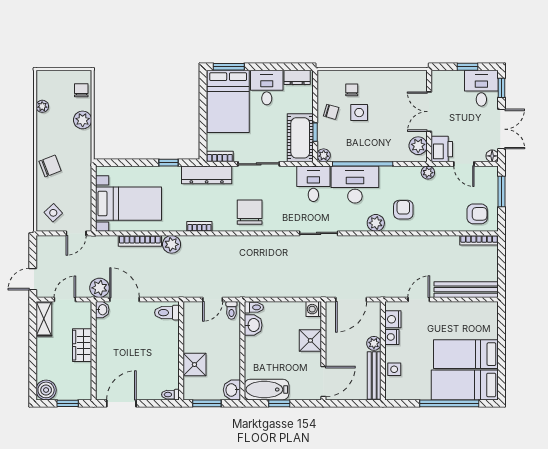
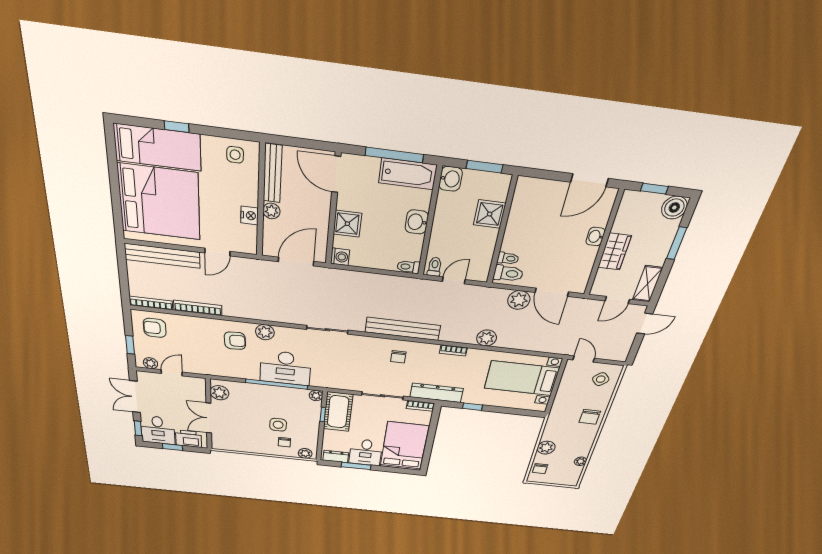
window: (229, 67) -> (356, 466), moved
plant: (329, 77) -> (305, 453), added
chair: (331, 112) -> (306, 428), removed
double door: (429, 112) -> (209, 418), swing flipped
printer: (442, 149) -> (189, 439), moved, turned 90
floor lamp: (492, 156) -> (143, 376), removed
door: (464, 164) -> (172, 373), hinge flipped
chair: (50, 166) -> (590, 417), turned -69
plant: (428, 173) -> (150, 363), moved
desk: (313, 184) -> (329, 373), removed
window: (502, 191) -> (130, 345), width x0.67
armchair: (403, 210) -> (235, 341), turned -93
chair: (250, 212) -> (398, 357), width x0.54, depth x0.54
door: (76, 233) -> (584, 359), hinge flipped
bookcase: (140, 241) -> (198, 308), moved
bench: (250, 244) -> (403, 329), added
plant: (100, 288) -> (519, 300), moved
washbasin: (102, 310) -> (595, 236), moved
nightstand: (393, 319) -> (248, 235), removed
washbasin: (253, 325) -> (417, 222), moved
bed: (466, 354) -> (159, 202), width x2.04
window: (33, 360) -> (677, 243), added
side table: (394, 369) -> (235, 155), moved
door: (323, 382) -> (336, 174), hinge flipped
toilet: (170, 395) -> (508, 258), moved
window: (279, 403) -> (394, 155), width x2.17
window: (449, 403) -> (177, 127), width x0.32

